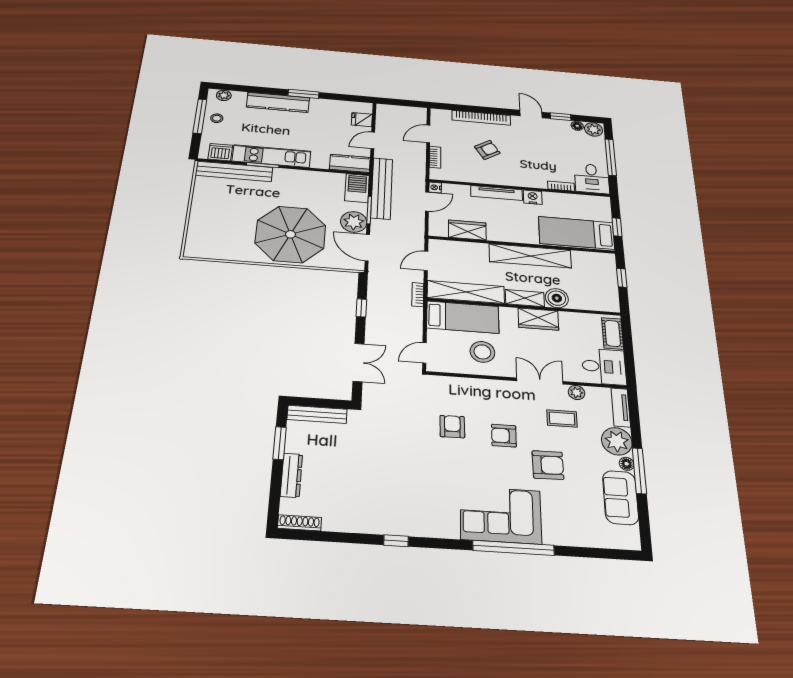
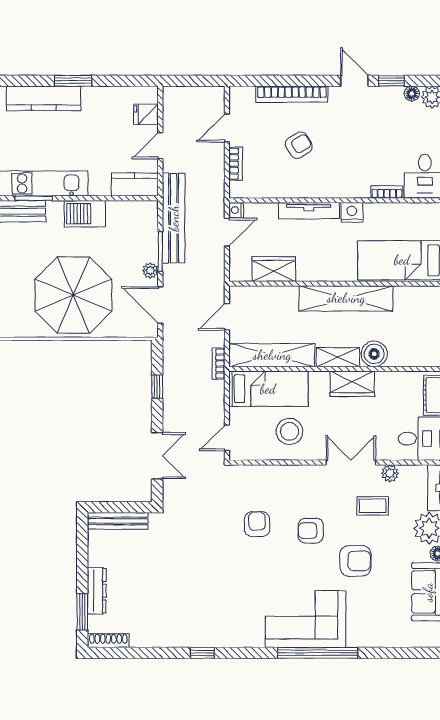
barbecue: (357, 188) -> (85, 214), moved, turned -90
plant: (354, 222) -> (150, 270), width x0.53, depth x0.53
window: (280, 443) -> (82, 612), moved

